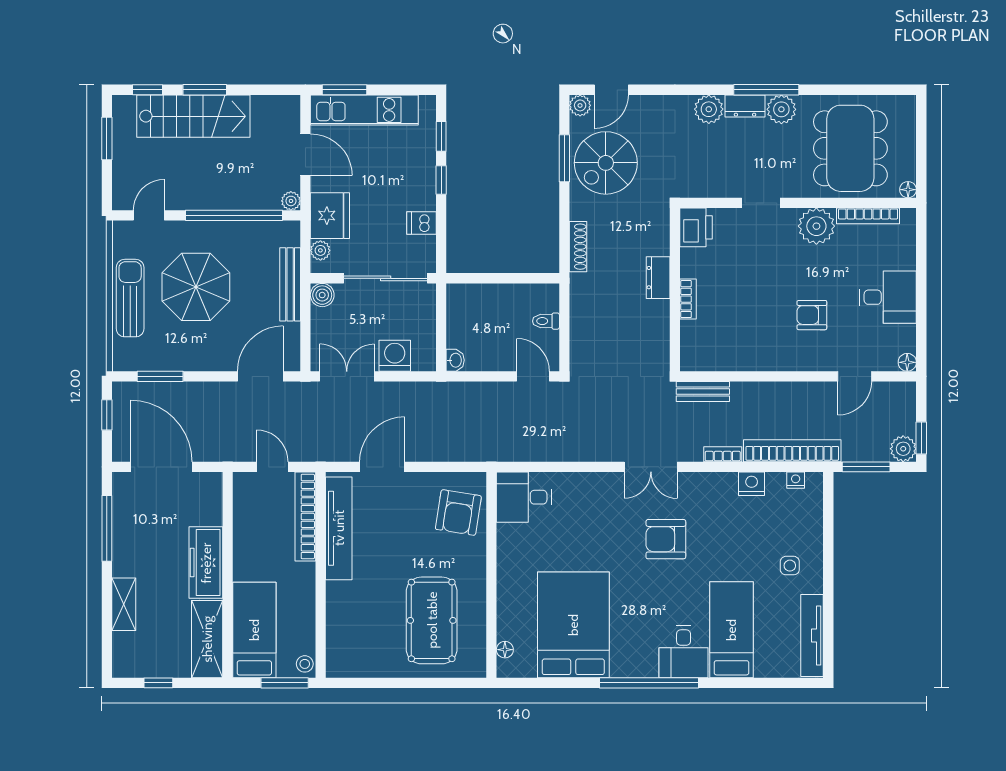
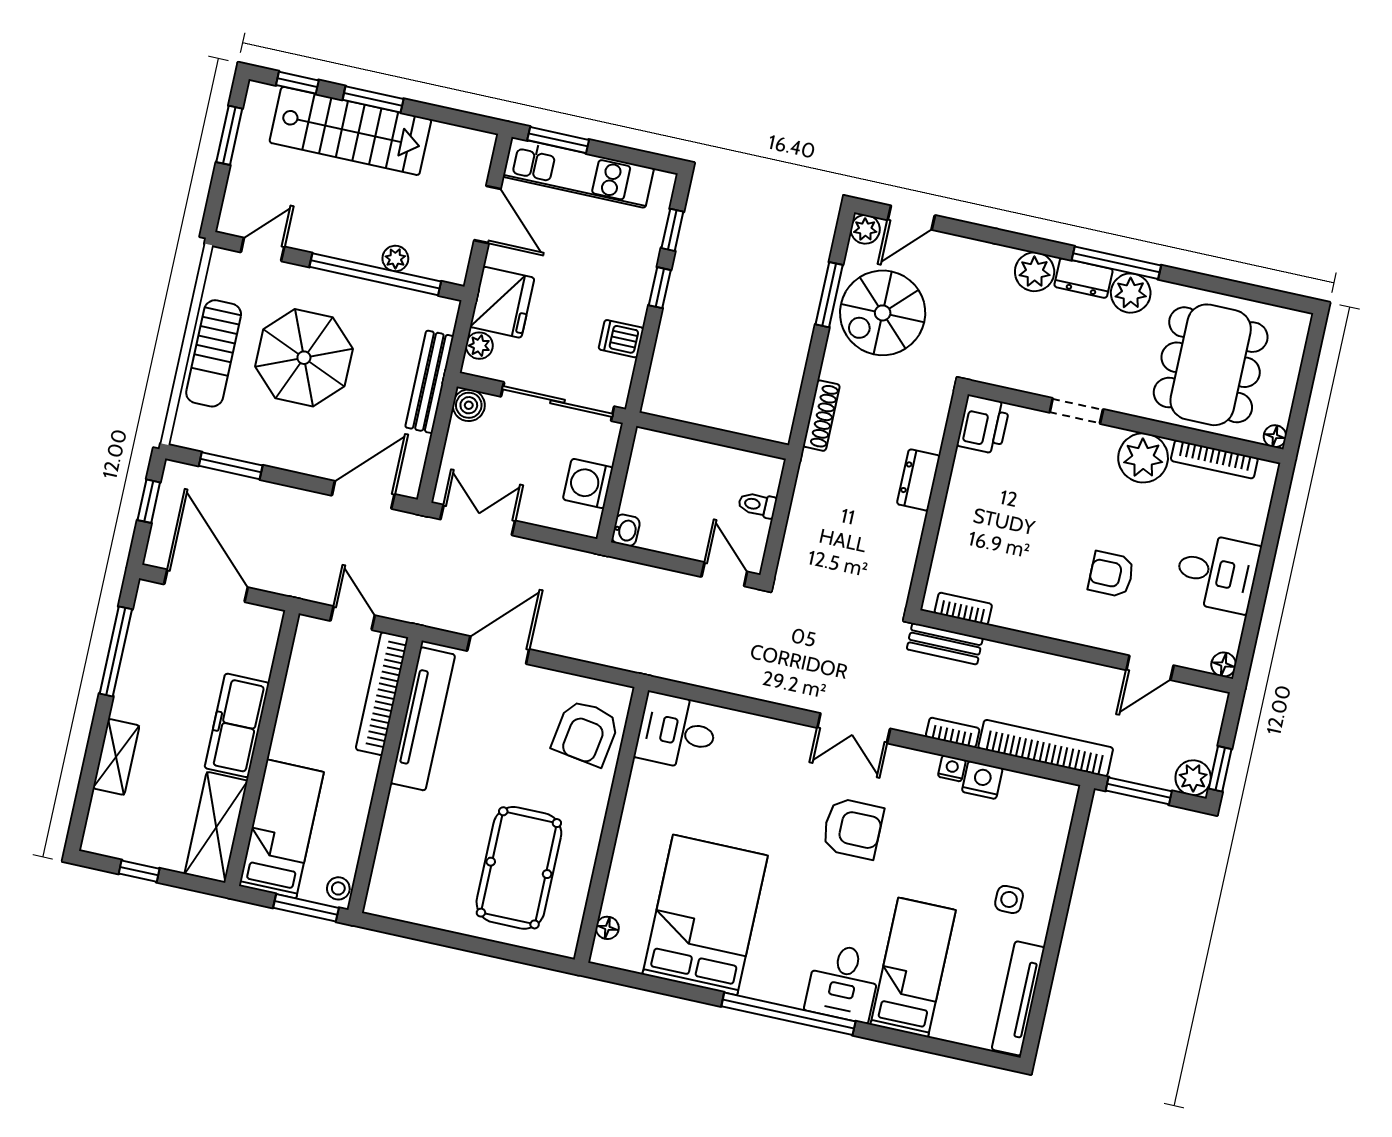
plant: (291, 201) -> (395, 259), moved
sun lounger: (130, 298) -> (214, 353), turned 180
bookcase: (688, 299) -> (963, 609), moved, turned -90
washing machine: (395, 356) -> (588, 483), moved, turned -90
nightstand: (796, 480) -> (952, 768), moved
armchair: (666, 539) -> (853, 828), turned 180

